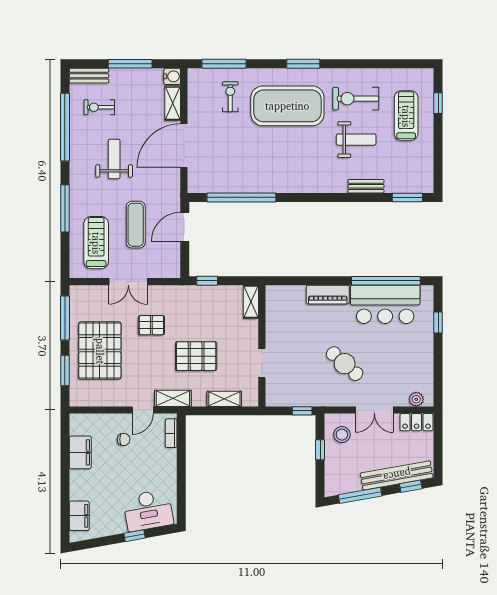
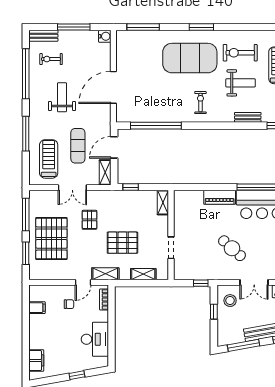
exercise bike: (230, 97) -> (200, 103), moved
shelving: (173, 103) -> (105, 172), moved
pallet: (151, 325) -> (89, 220), turned 90
filing cabinet: (80, 452) -> (37, 308), width x0.50
desk: (148, 510) -> (95, 339), moved, turned -80

